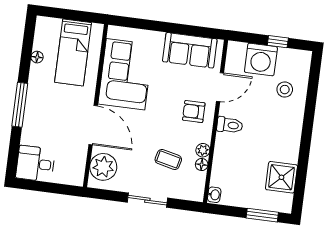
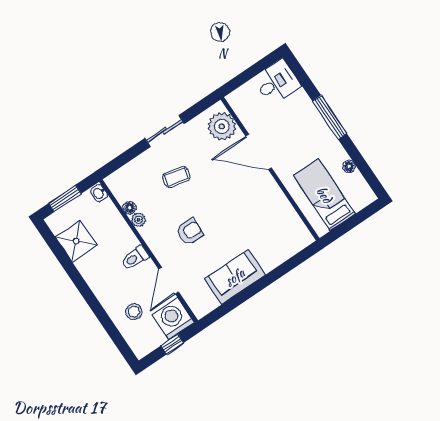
corner sofa: (126, 74) -> (268, 214), removed
door: (220, 87) -> (169, 281), moved
wall: (216, 121) -> (149, 251), moved
toilet: (230, 125) -> (135, 258), moved
plant: (203, 150) -> (139, 220), moved
floor lamp: (202, 165) -> (130, 208), moved
washbasin: (214, 195) -> (99, 193), moved

